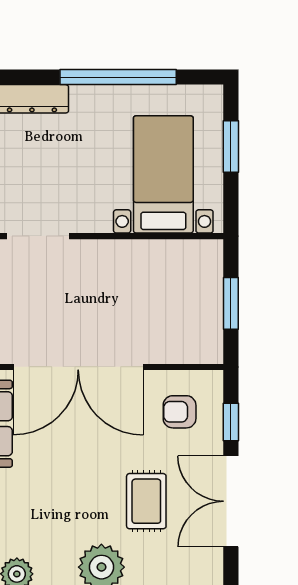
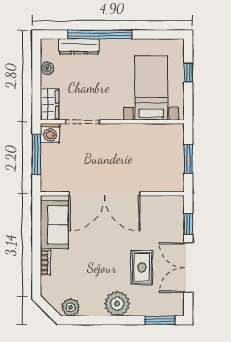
window: (118, 77) -> (100, 34), moved
window: (231, 147) -> (188, 73), width x0.67
armchair: (180, 412) -> (160, 218), removed

